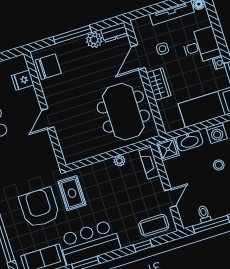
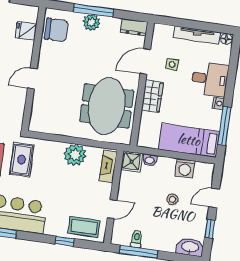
plant: (94, 40) -> (92, 22), moved
washbasin: (189, 141) -> (150, 160), width x0.52, depth x0.69
plant: (119, 161) -> (75, 155), width x1.87, depth x1.87

